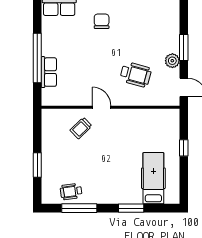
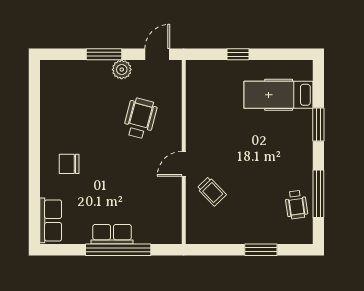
row of seats: (49, 72) -> (112, 234), moved

